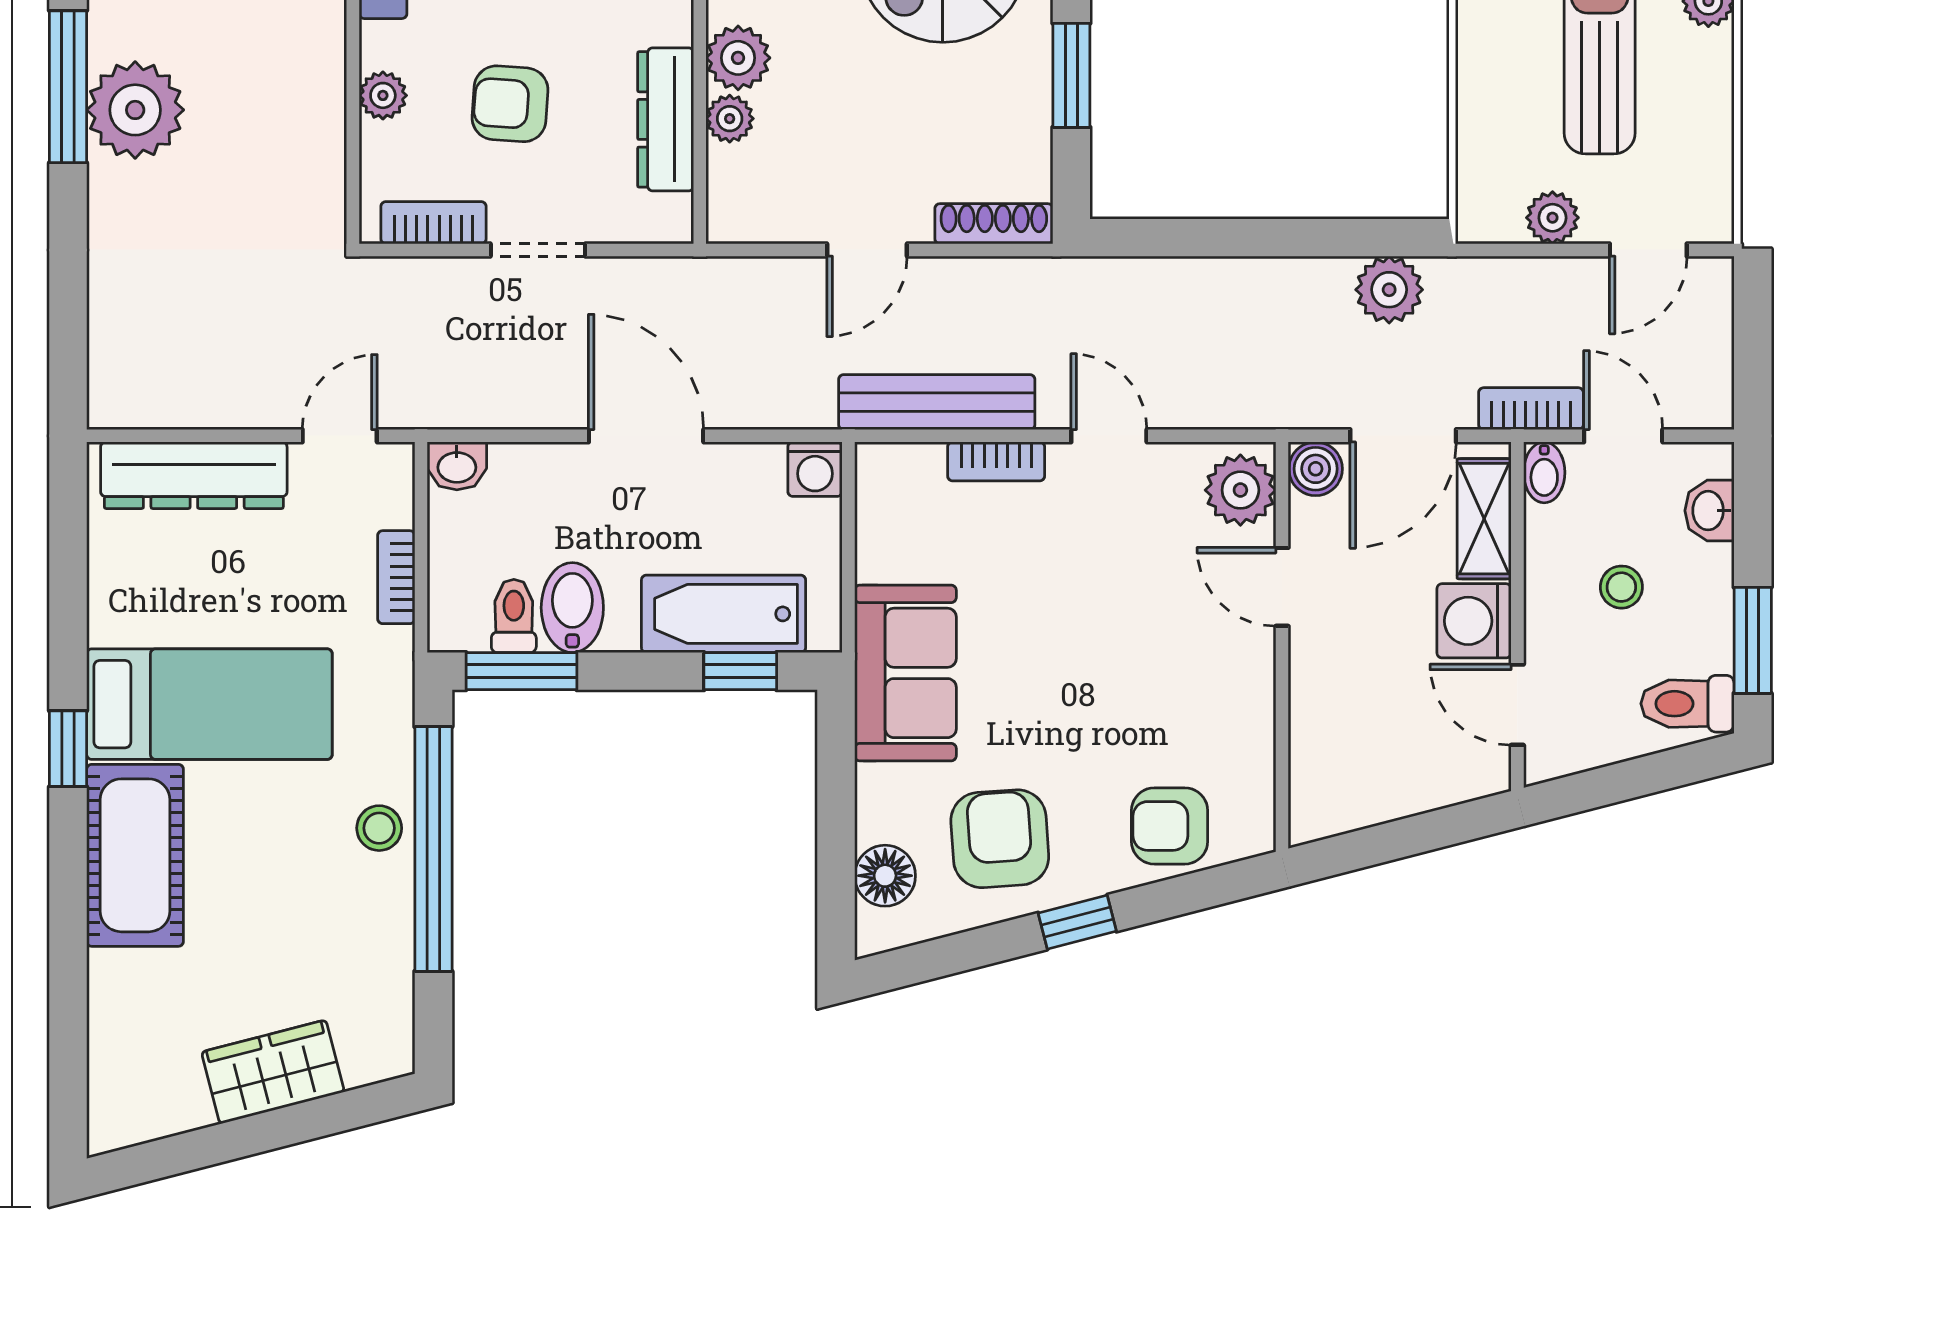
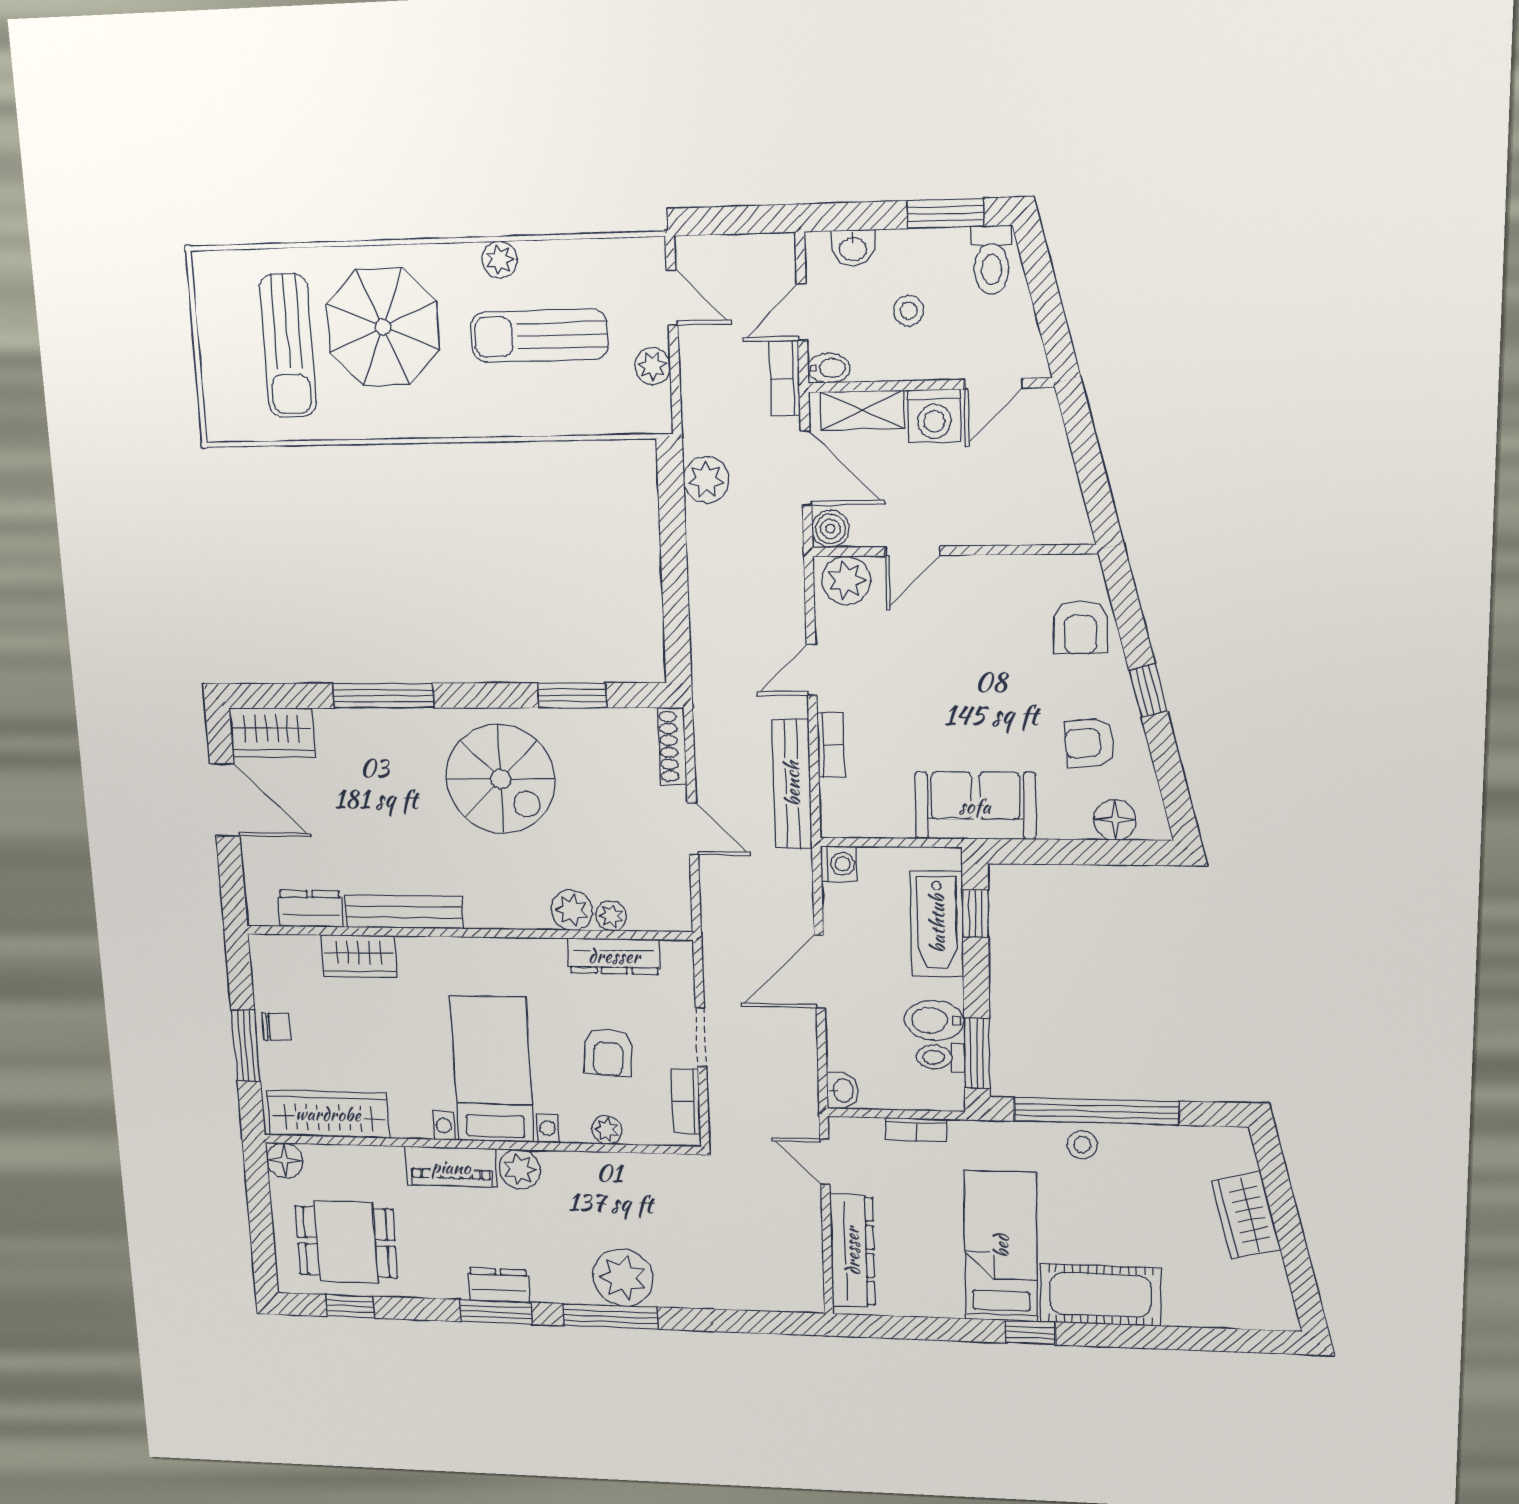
armchair: (1000, 839) -> (1089, 743), width x0.72, depth x0.72

